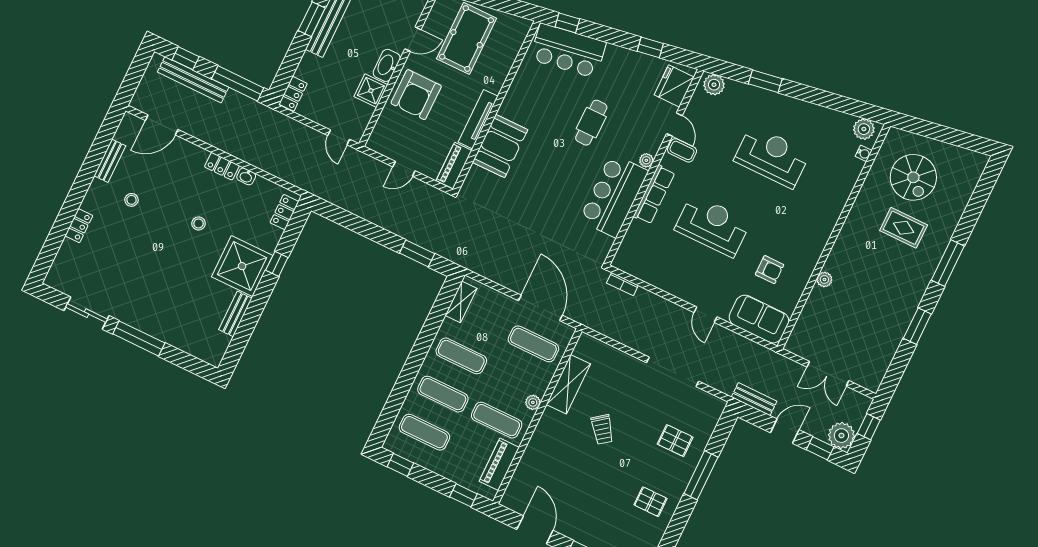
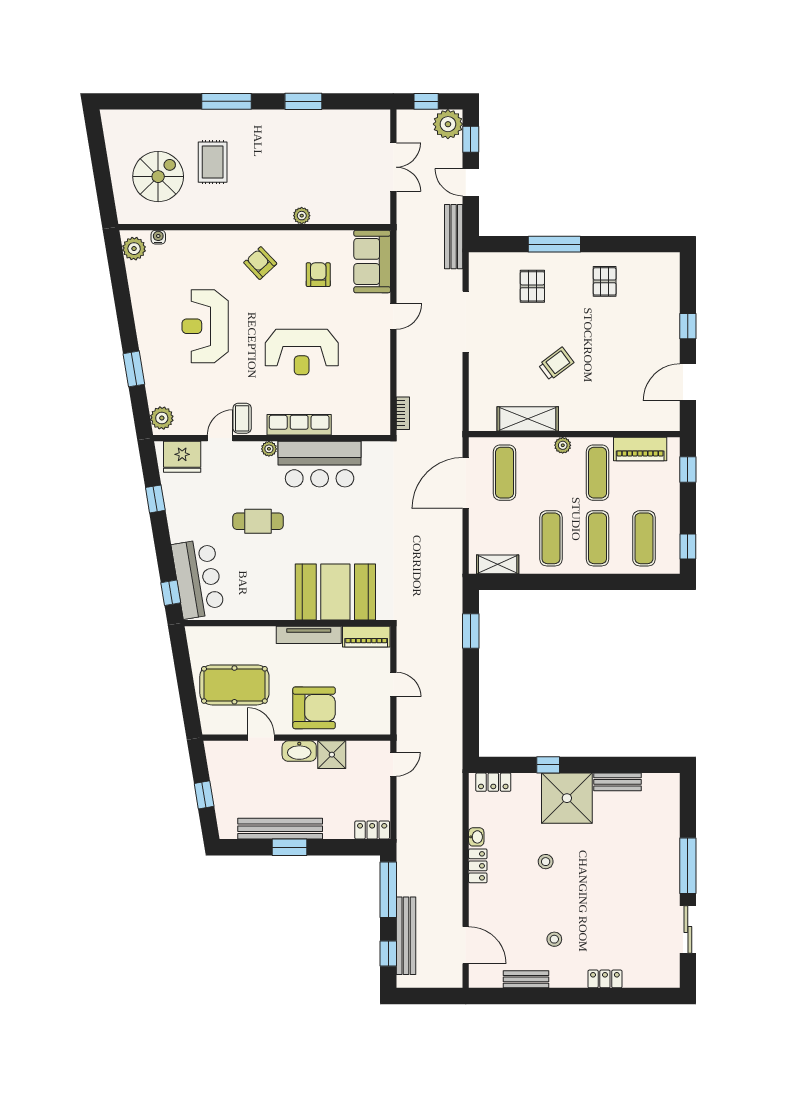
booth: (500, 146) -> (335, 592), width x1.36, depth x1.42
reception desk: (713, 225) -> (302, 352), turned -90
armchair: (802, 227) -> (260, 263), added
bench: (754, 399) -> (454, 237), width x1.36

